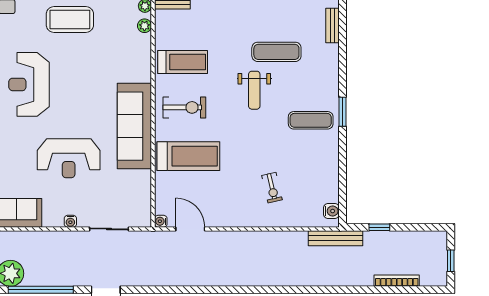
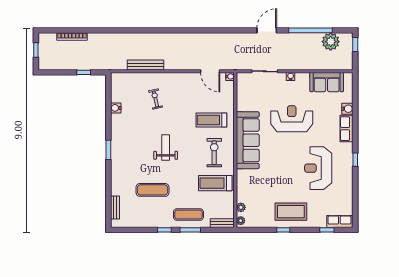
reception desk: (29, 84) -> (318, 168), turned 180
weight bench: (254, 90) -> (166, 148), moved
exercise bike: (184, 107) -> (214, 153), turned 90
exercise mat: (311, 120) -> (188, 215), moved
treadmill: (188, 156) -> (211, 120), width x0.73, depth x0.73
water cooler: (331, 211) -> (116, 108), moved
bench: (336, 238) -> (146, 65), moved

